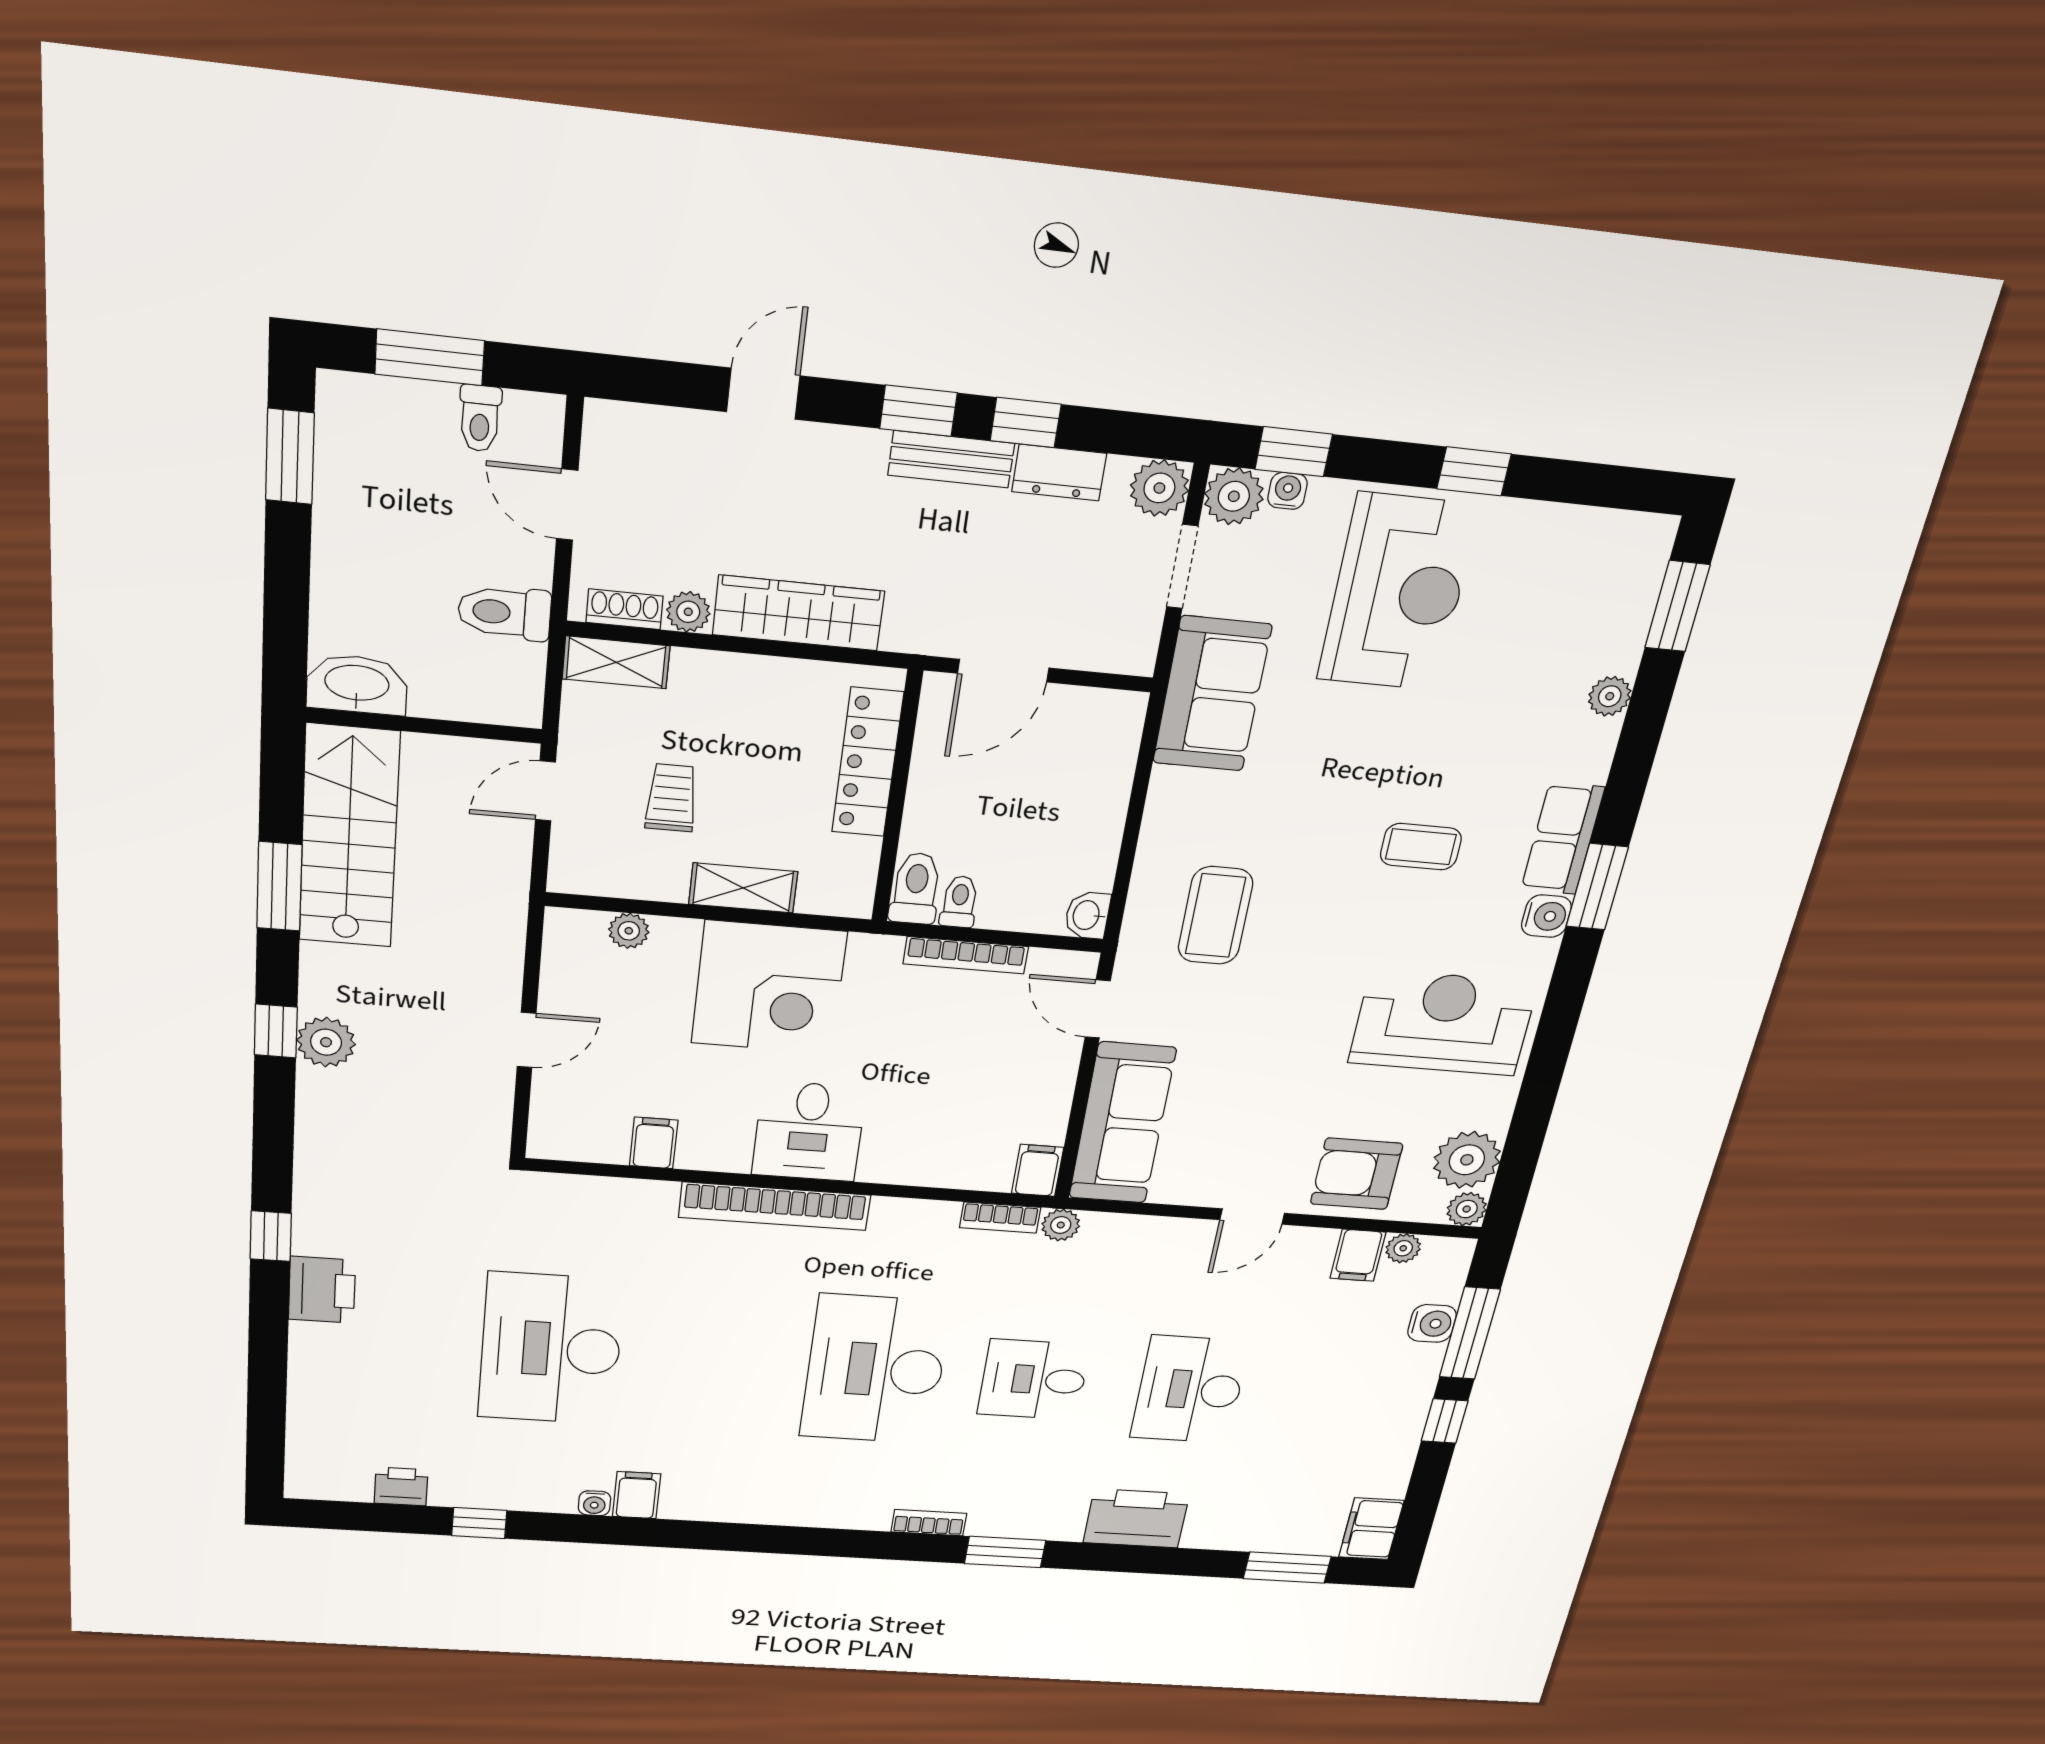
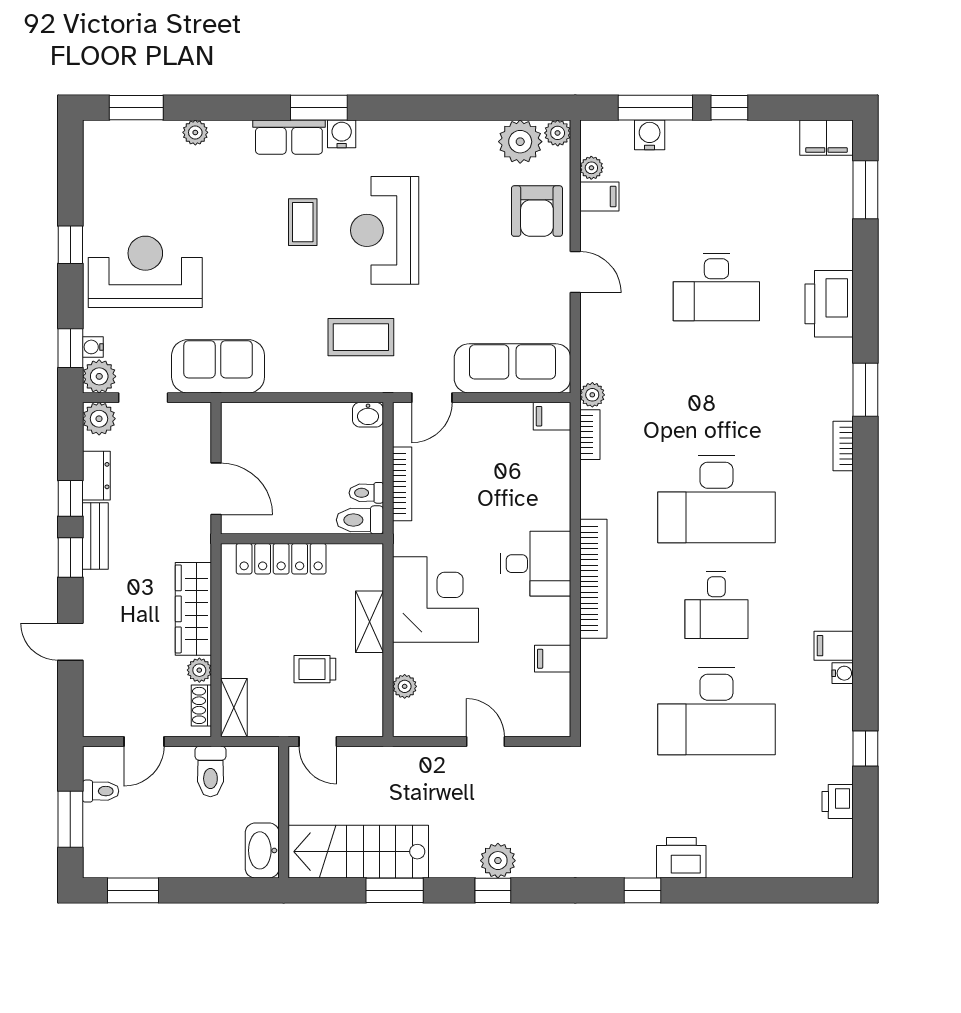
reception desk: (1443, 1023) -> (385, 230), moved
desk: (1034, 1380) -> (716, 605), moved

